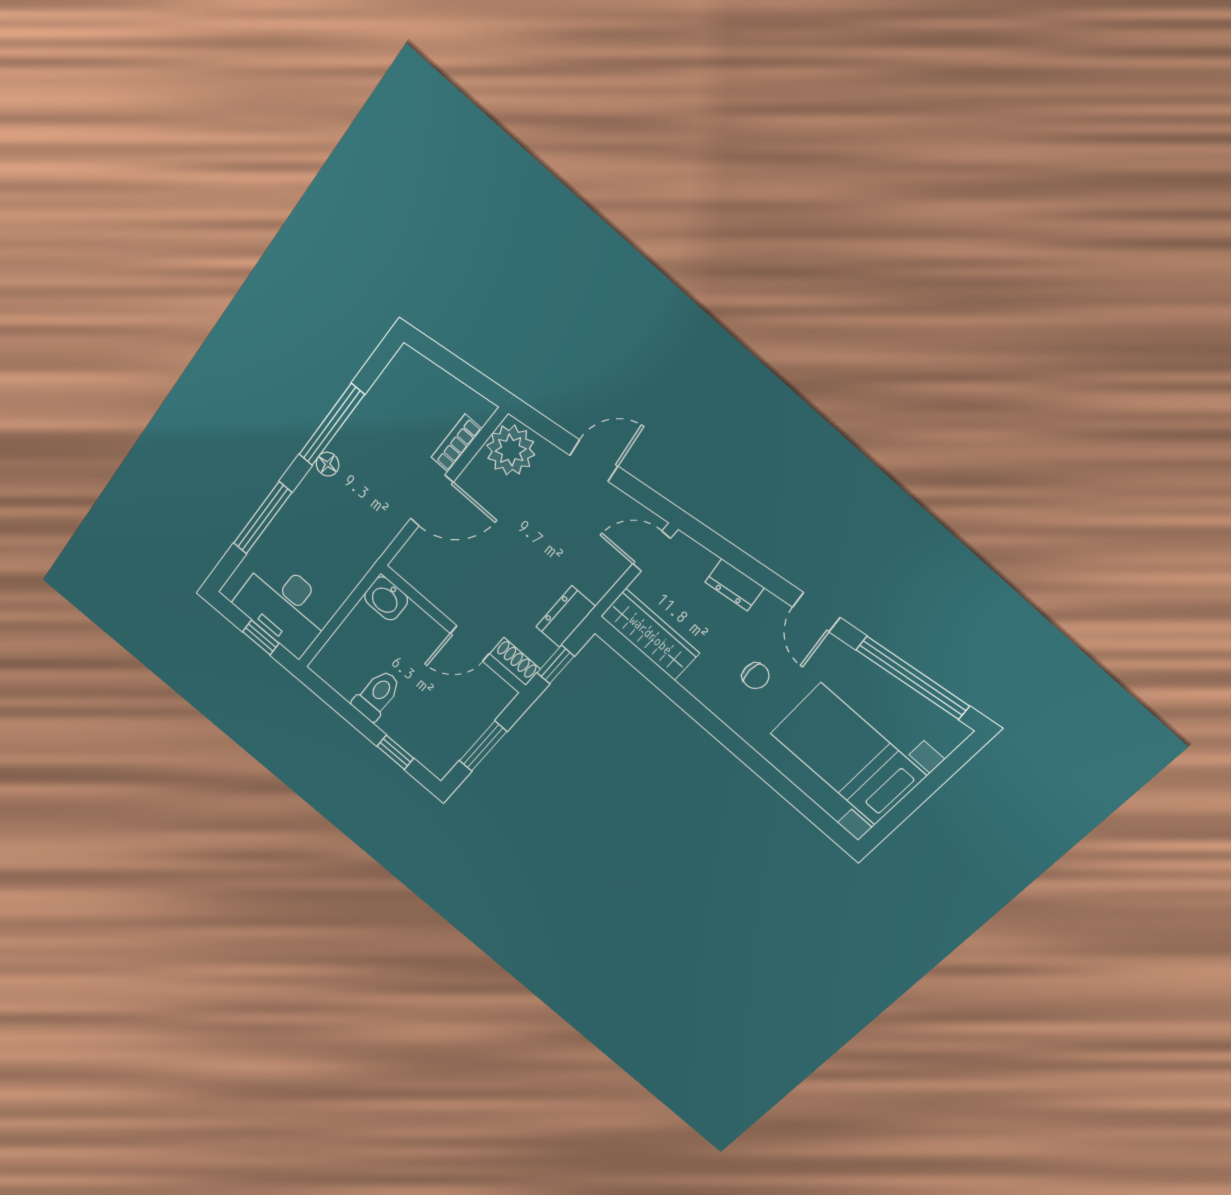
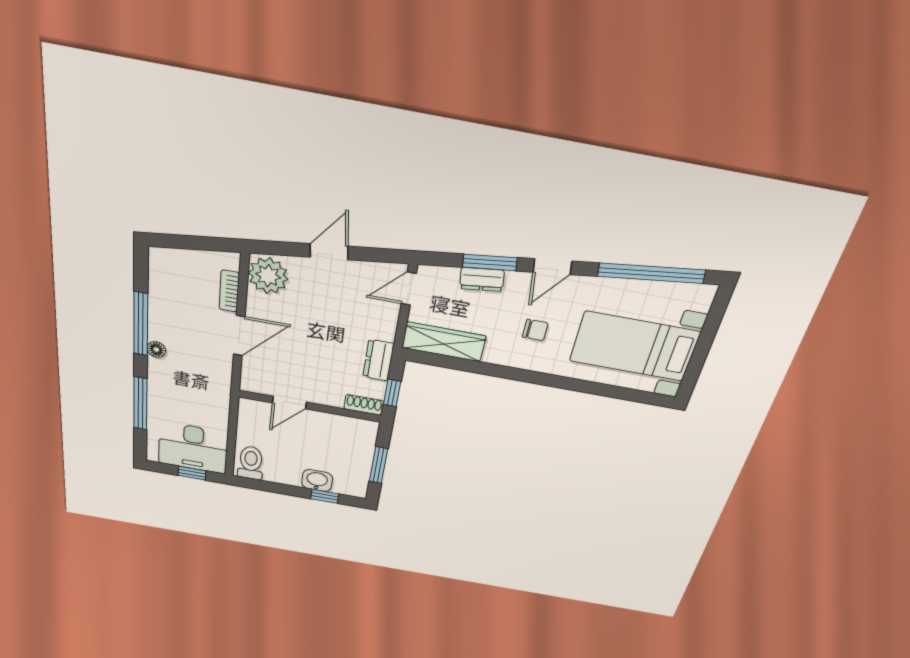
window: (755, 570) -> (490, 262), added
washbasin: (386, 598) -> (317, 481), moved, turned 180
door: (816, 612) -> (552, 267), hinge flipped
door: (470, 644) -> (289, 403), moved
toilet: (377, 695) -> (251, 463), moved

